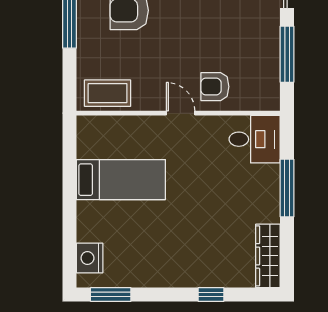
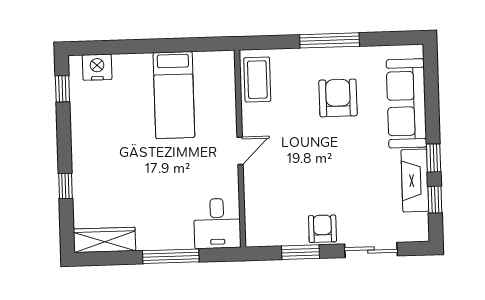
window: (287, 54) -> (301, 252), width x0.69
armchair: (215, 87) -> (322, 229), moved
window: (111, 294) -> (62, 89), width x0.67

